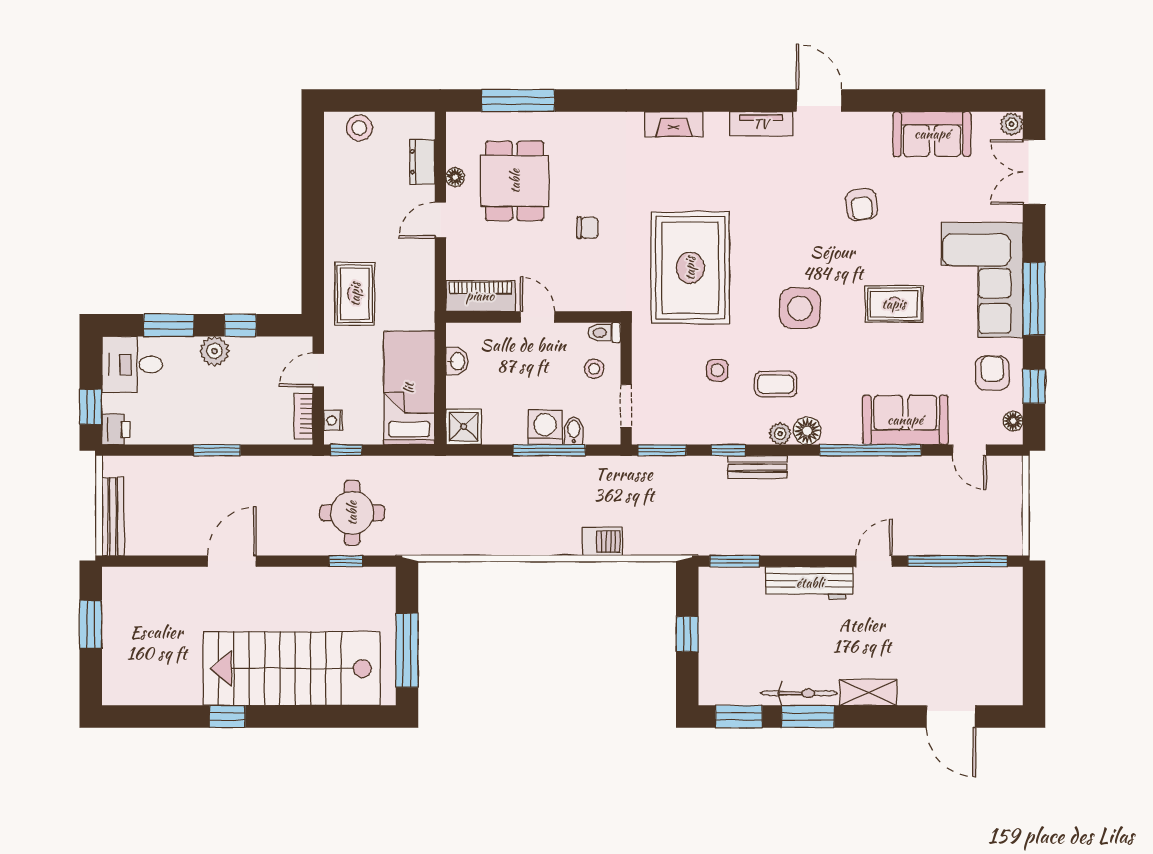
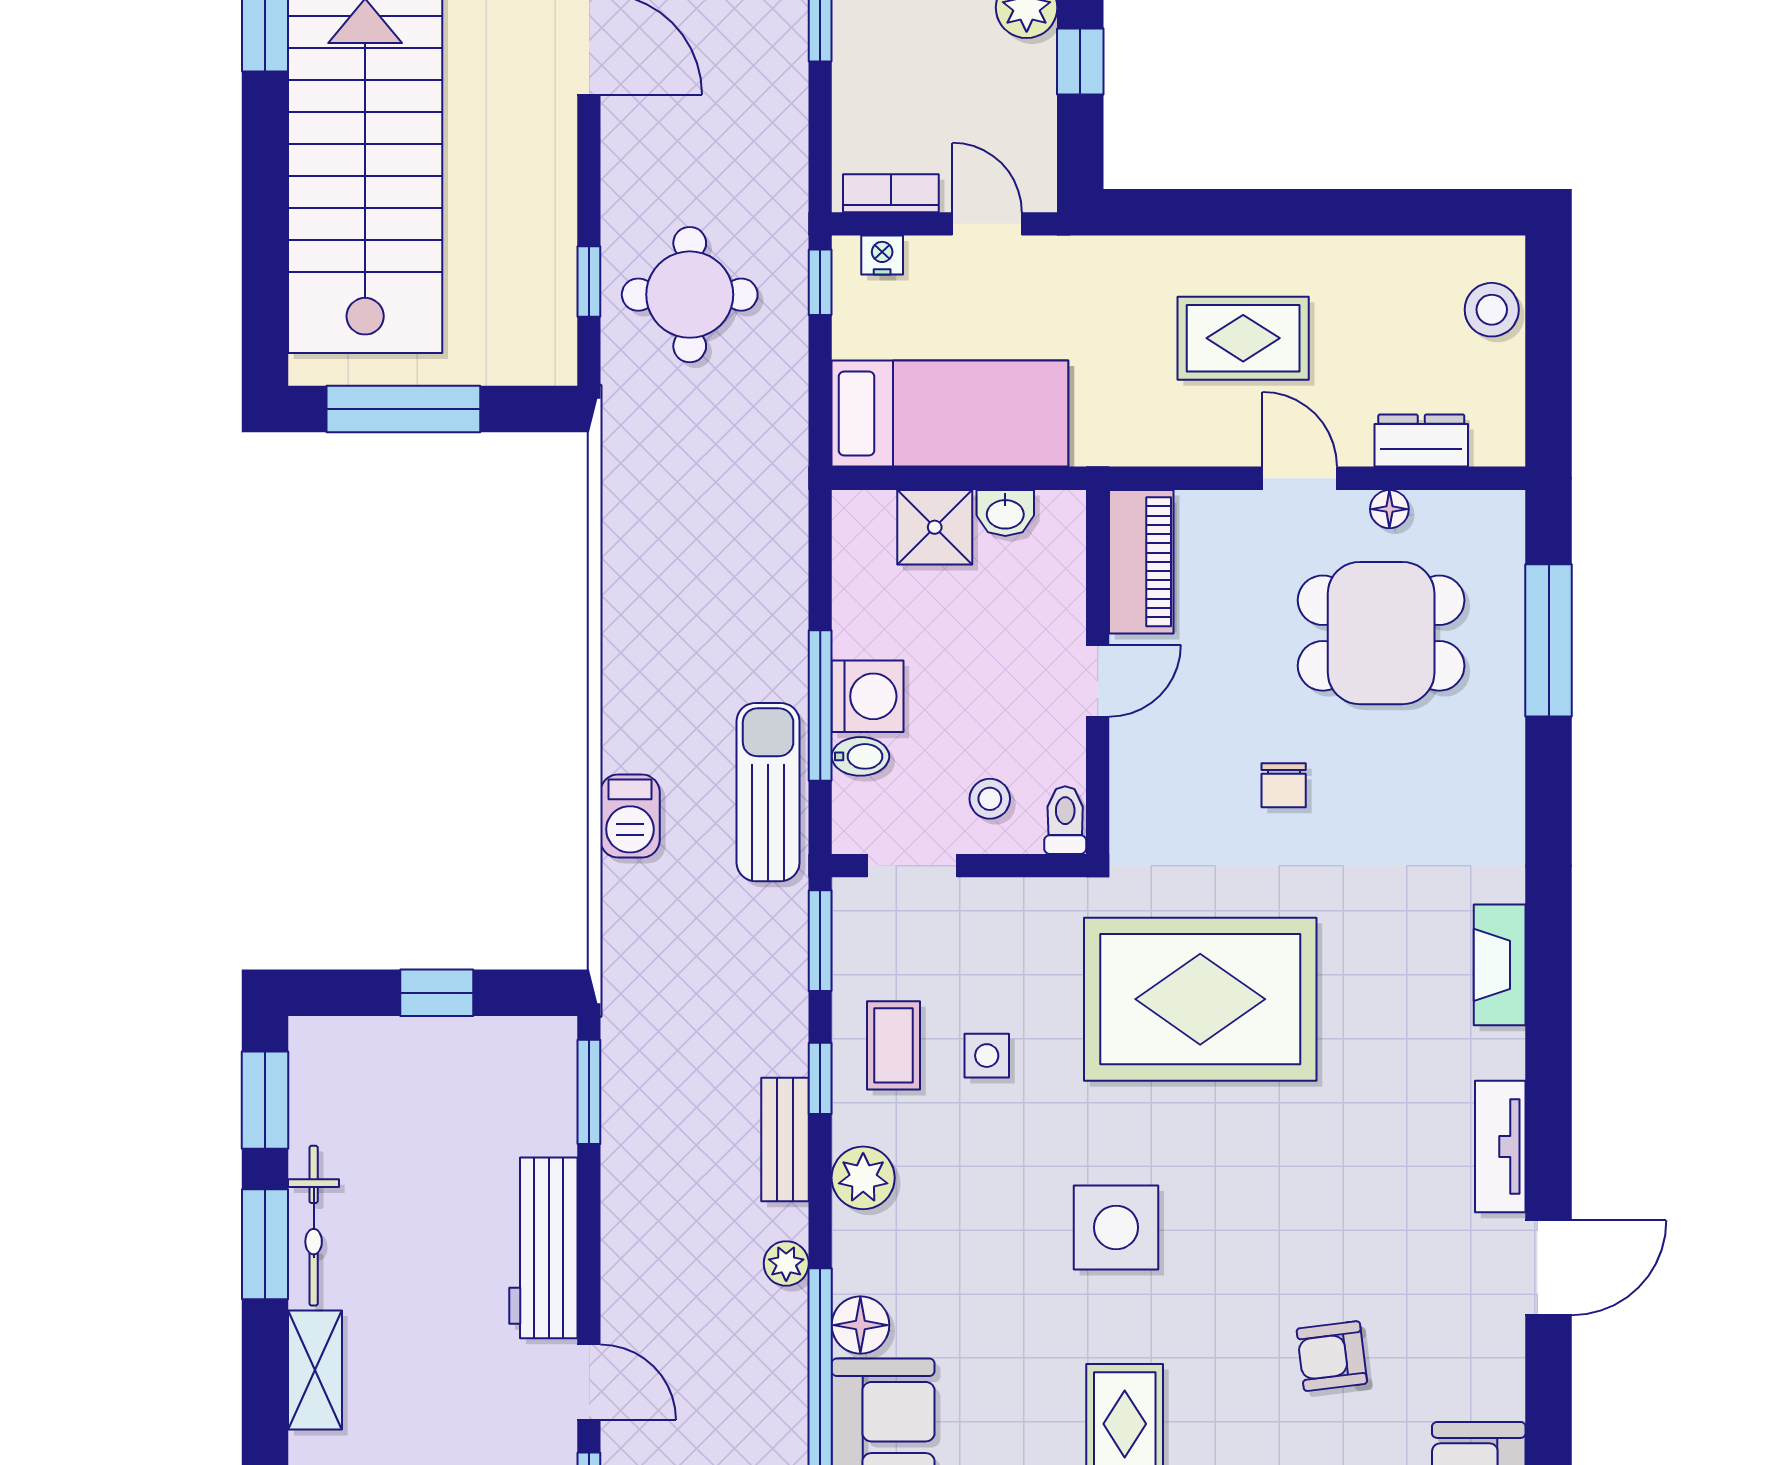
rug: (355, 294) -> (1243, 338), moved
coffee table: (776, 384) -> (893, 1045), moved
shower: (464, 427) -> (935, 527), moved
floor lamp: (807, 431) -> (860, 1325), moved
plant: (780, 434) -> (863, 1178), width x1.38, depth x1.38
plant: (817, 466) -> (786, 1263), added
sun lounger: (591, 475) -> (768, 792), added

